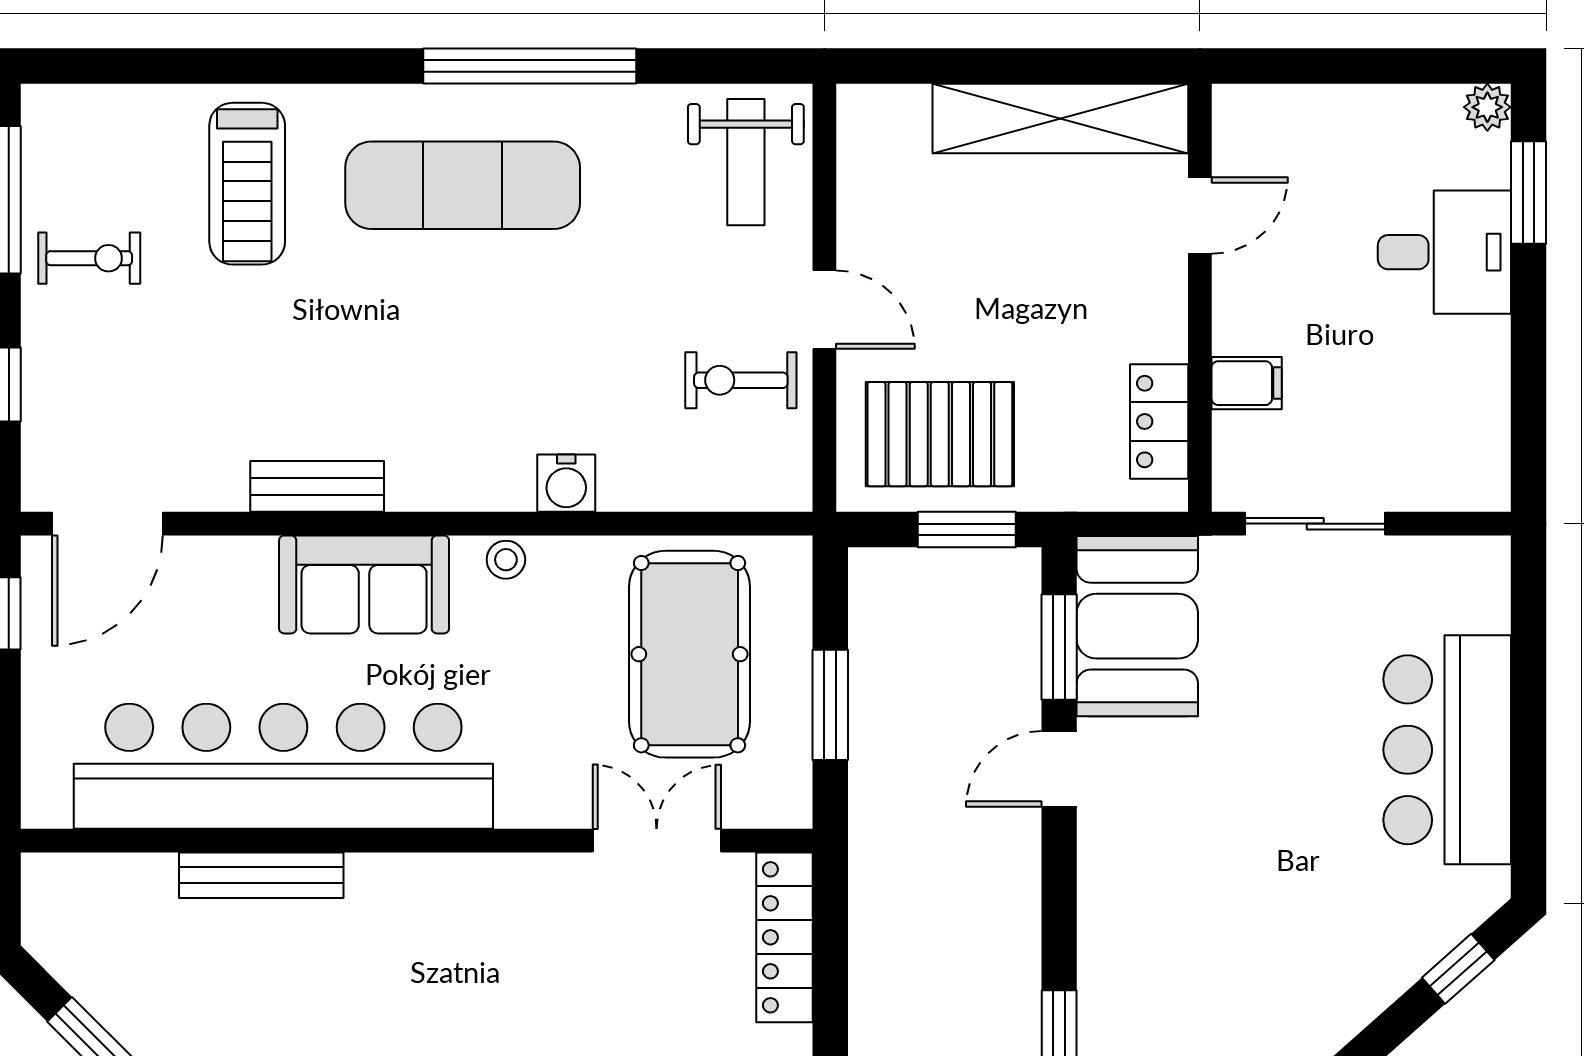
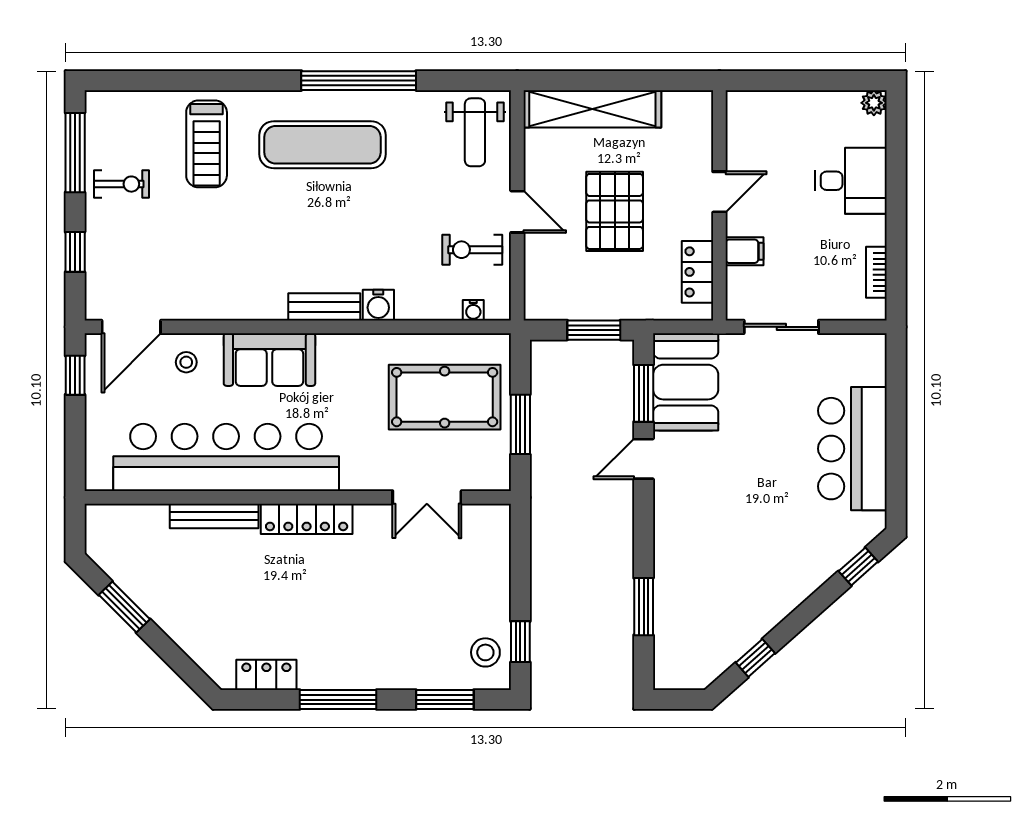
shelving: (1060, 118) -> (592, 109), moved
window: (1529, 192) -> (896, 149), removed
door: (1200, 215) -> (719, 192), moved
bookcase: (1492, 422) -> (876, 272), added
pallet: (940, 434) -> (615, 211), moved, turned 90
bench: (317, 486) -> (324, 307), moved
water cooler: (743, 493) -> (473, 310), added
stool: (506, 560) -> (186, 362), moved
pool table: (690, 654) -> (445, 397), turned 90
double door: (657, 841) -> (427, 497), swing flipped
locker: (785, 937) -> (307, 519), moved, turned -90

